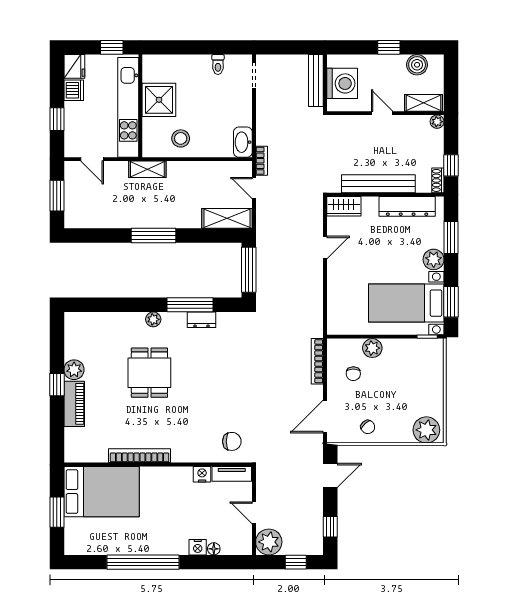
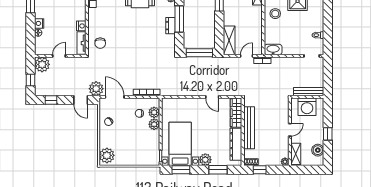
wardrobe: (344, 206) -> (236, 113), width x1.50
plant: (352, 348) -> (154, 112), added
plant: (311, 449) -> (96, 89), added

